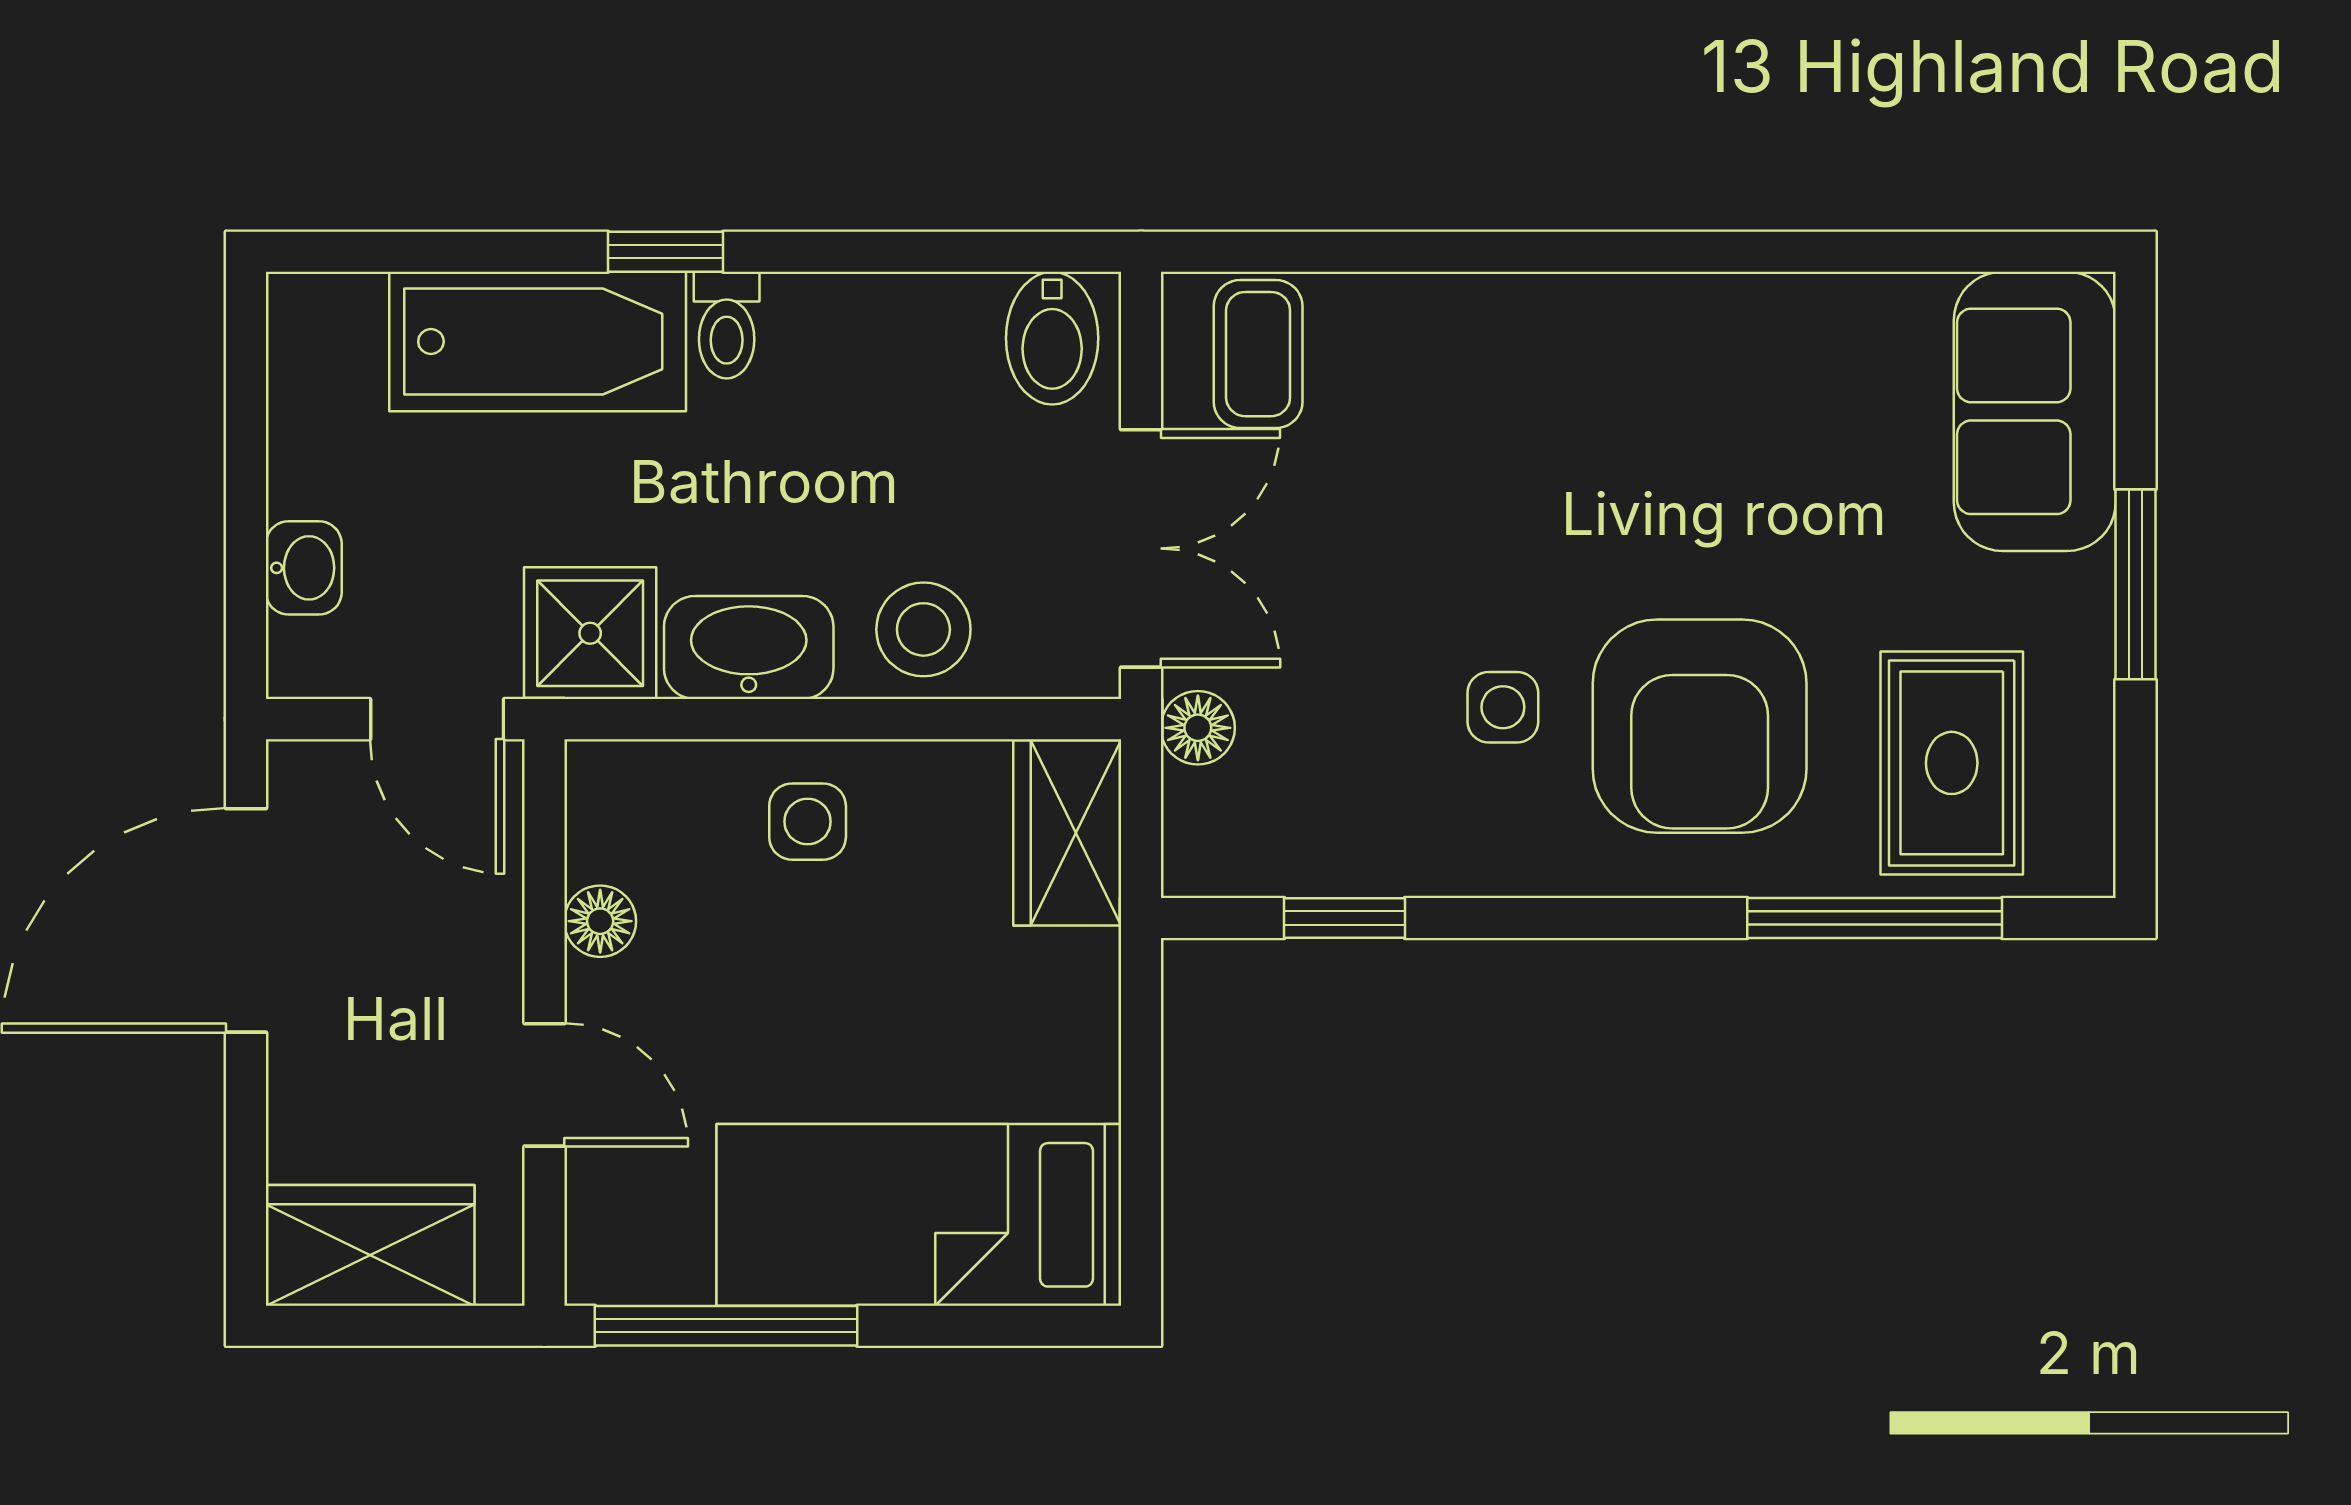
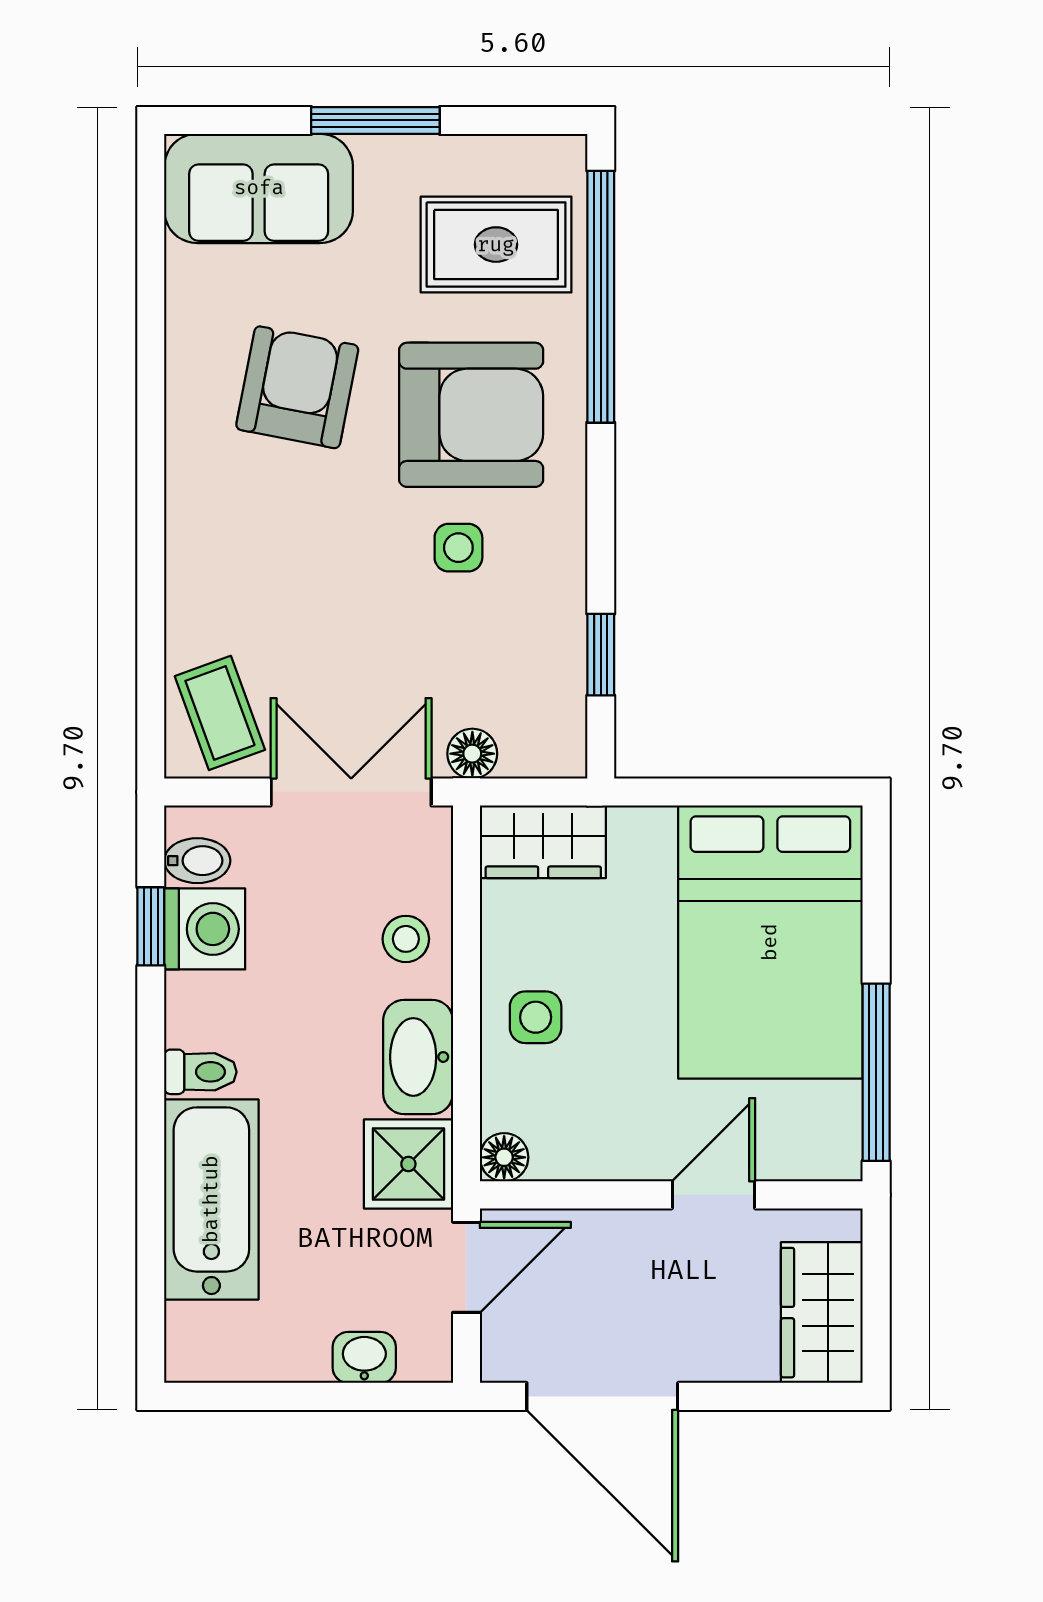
window: (665, 252) -> (151, 926), moved
washing machine: (938, 332) -> (205, 929), added
bidet: (1052, 338) -> (197, 861), width x0.72, depth x0.74
coffee table: (1258, 354) -> (220, 713), turned 70
armchair: (1740, 469) -> (297, 387), added
stool: (923, 629) -> (406, 939), width x0.73, depth x0.73
window: (1875, 918) -> (601, 297), width x1.46
floor lamp: (600, 921) -> (504, 1157), moved
bed: (919, 1215) -> (770, 942), width x1.50

